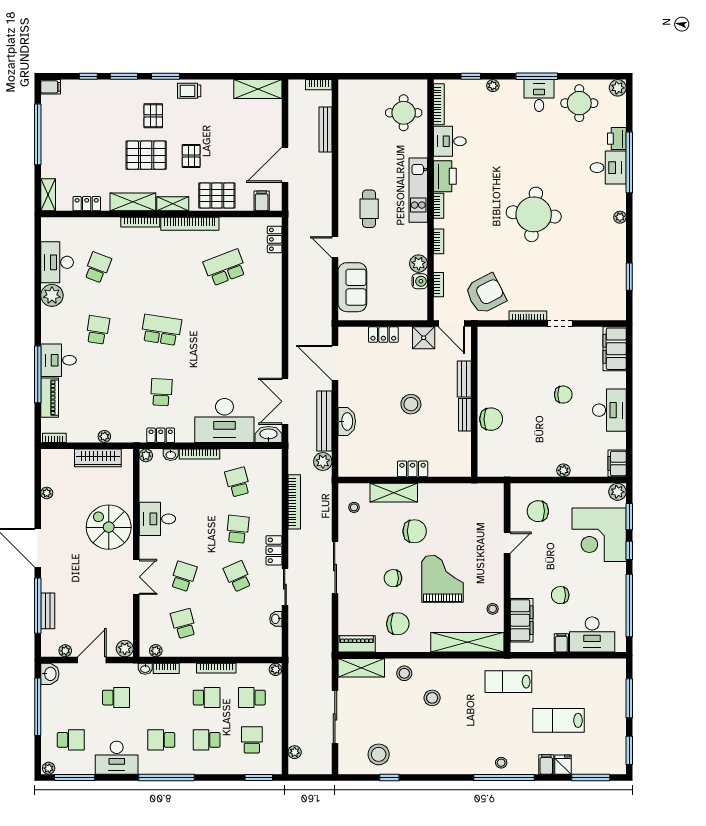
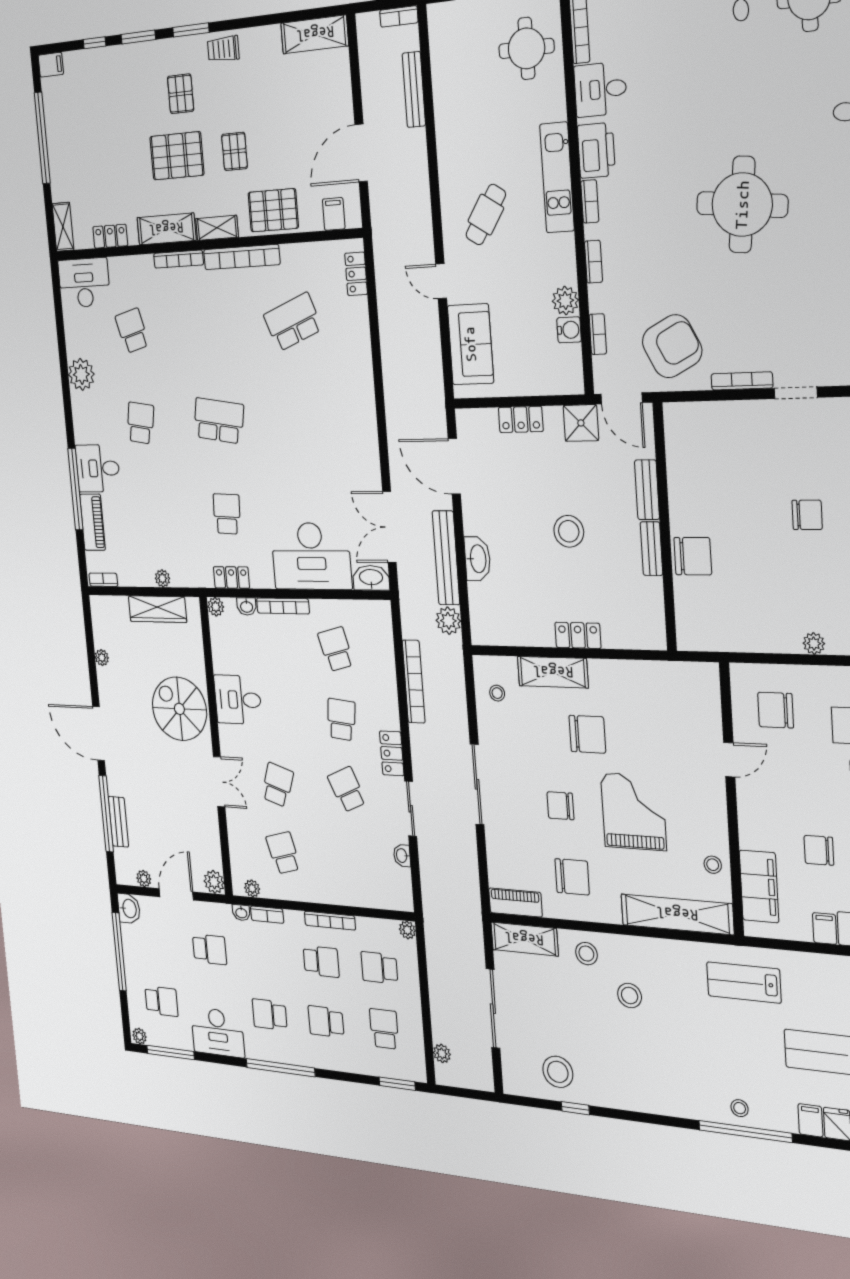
cafe table: (369, 209) -> (486, 215), turned 33
desk: (57, 262) -> (84, 283), moved, turned 90
school desk: (98, 268) -> (132, 331), turned -36

